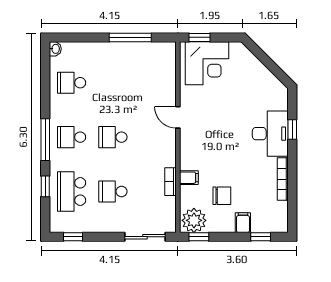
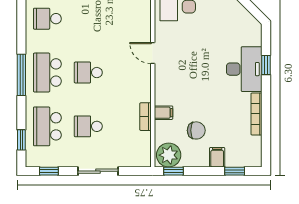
school desk: (72, 137) -> (47, 73), width x1.85
window: (45, 186) -> (21, 140), moved
sliding door: (145, 237) -> (98, 171), moved

